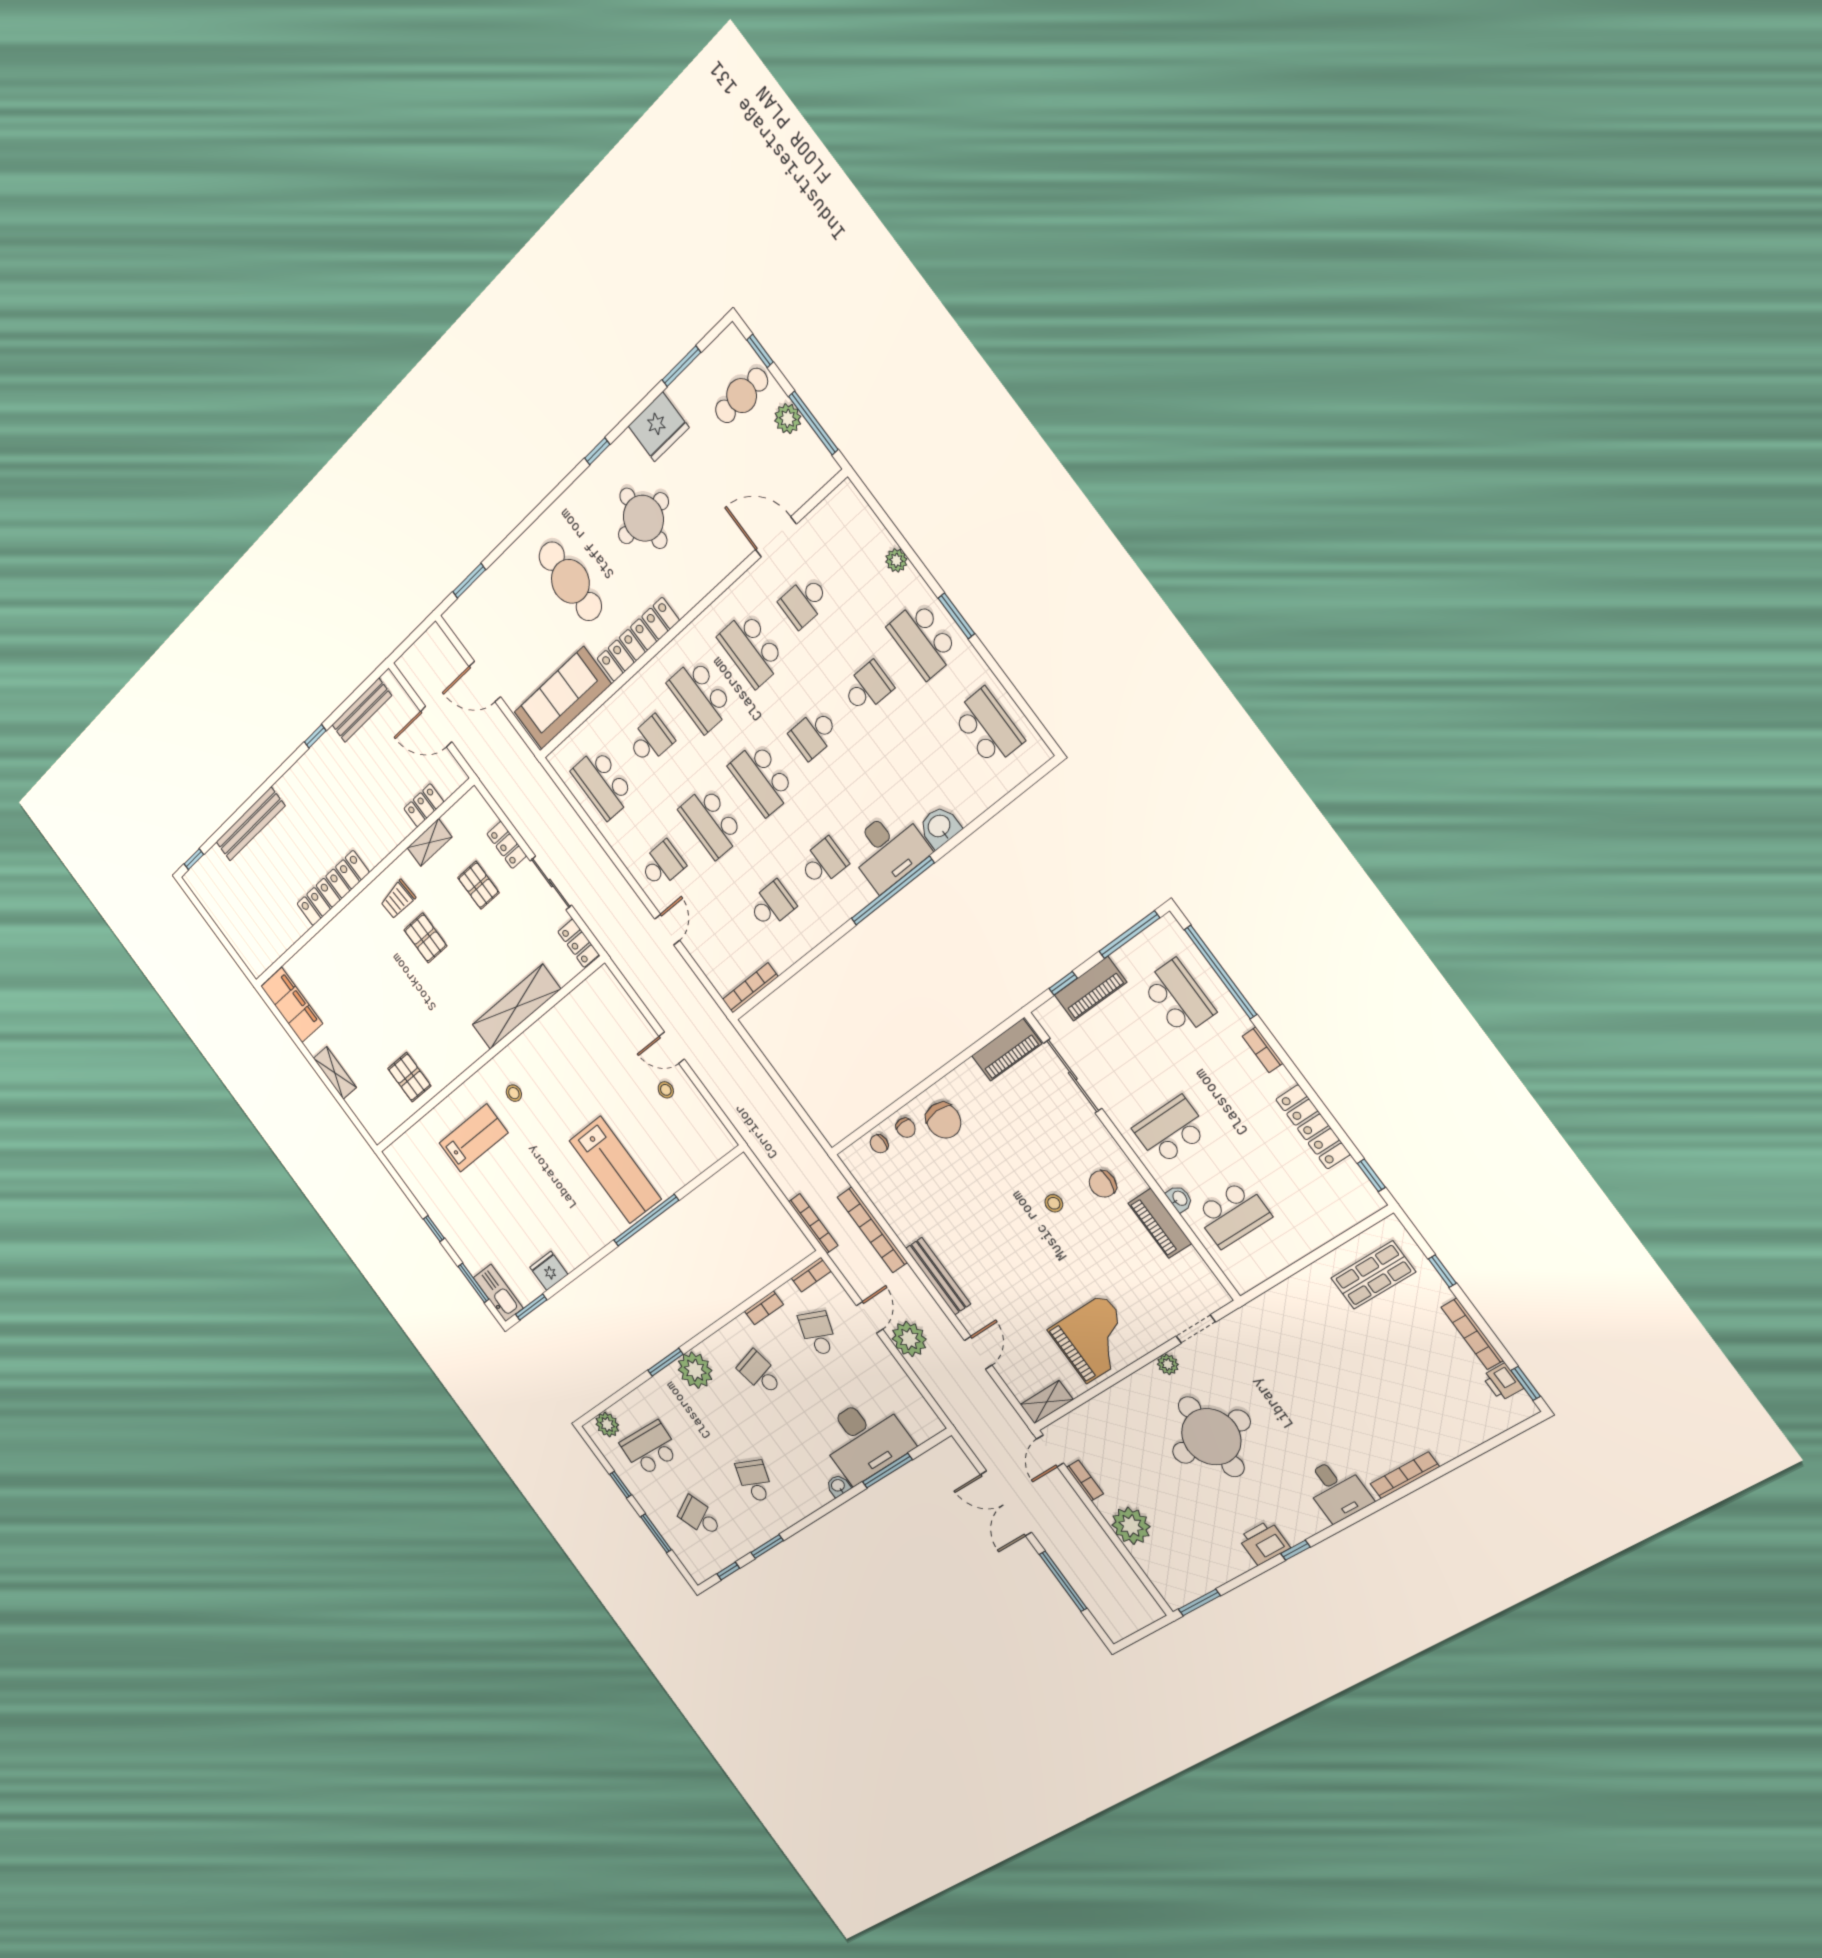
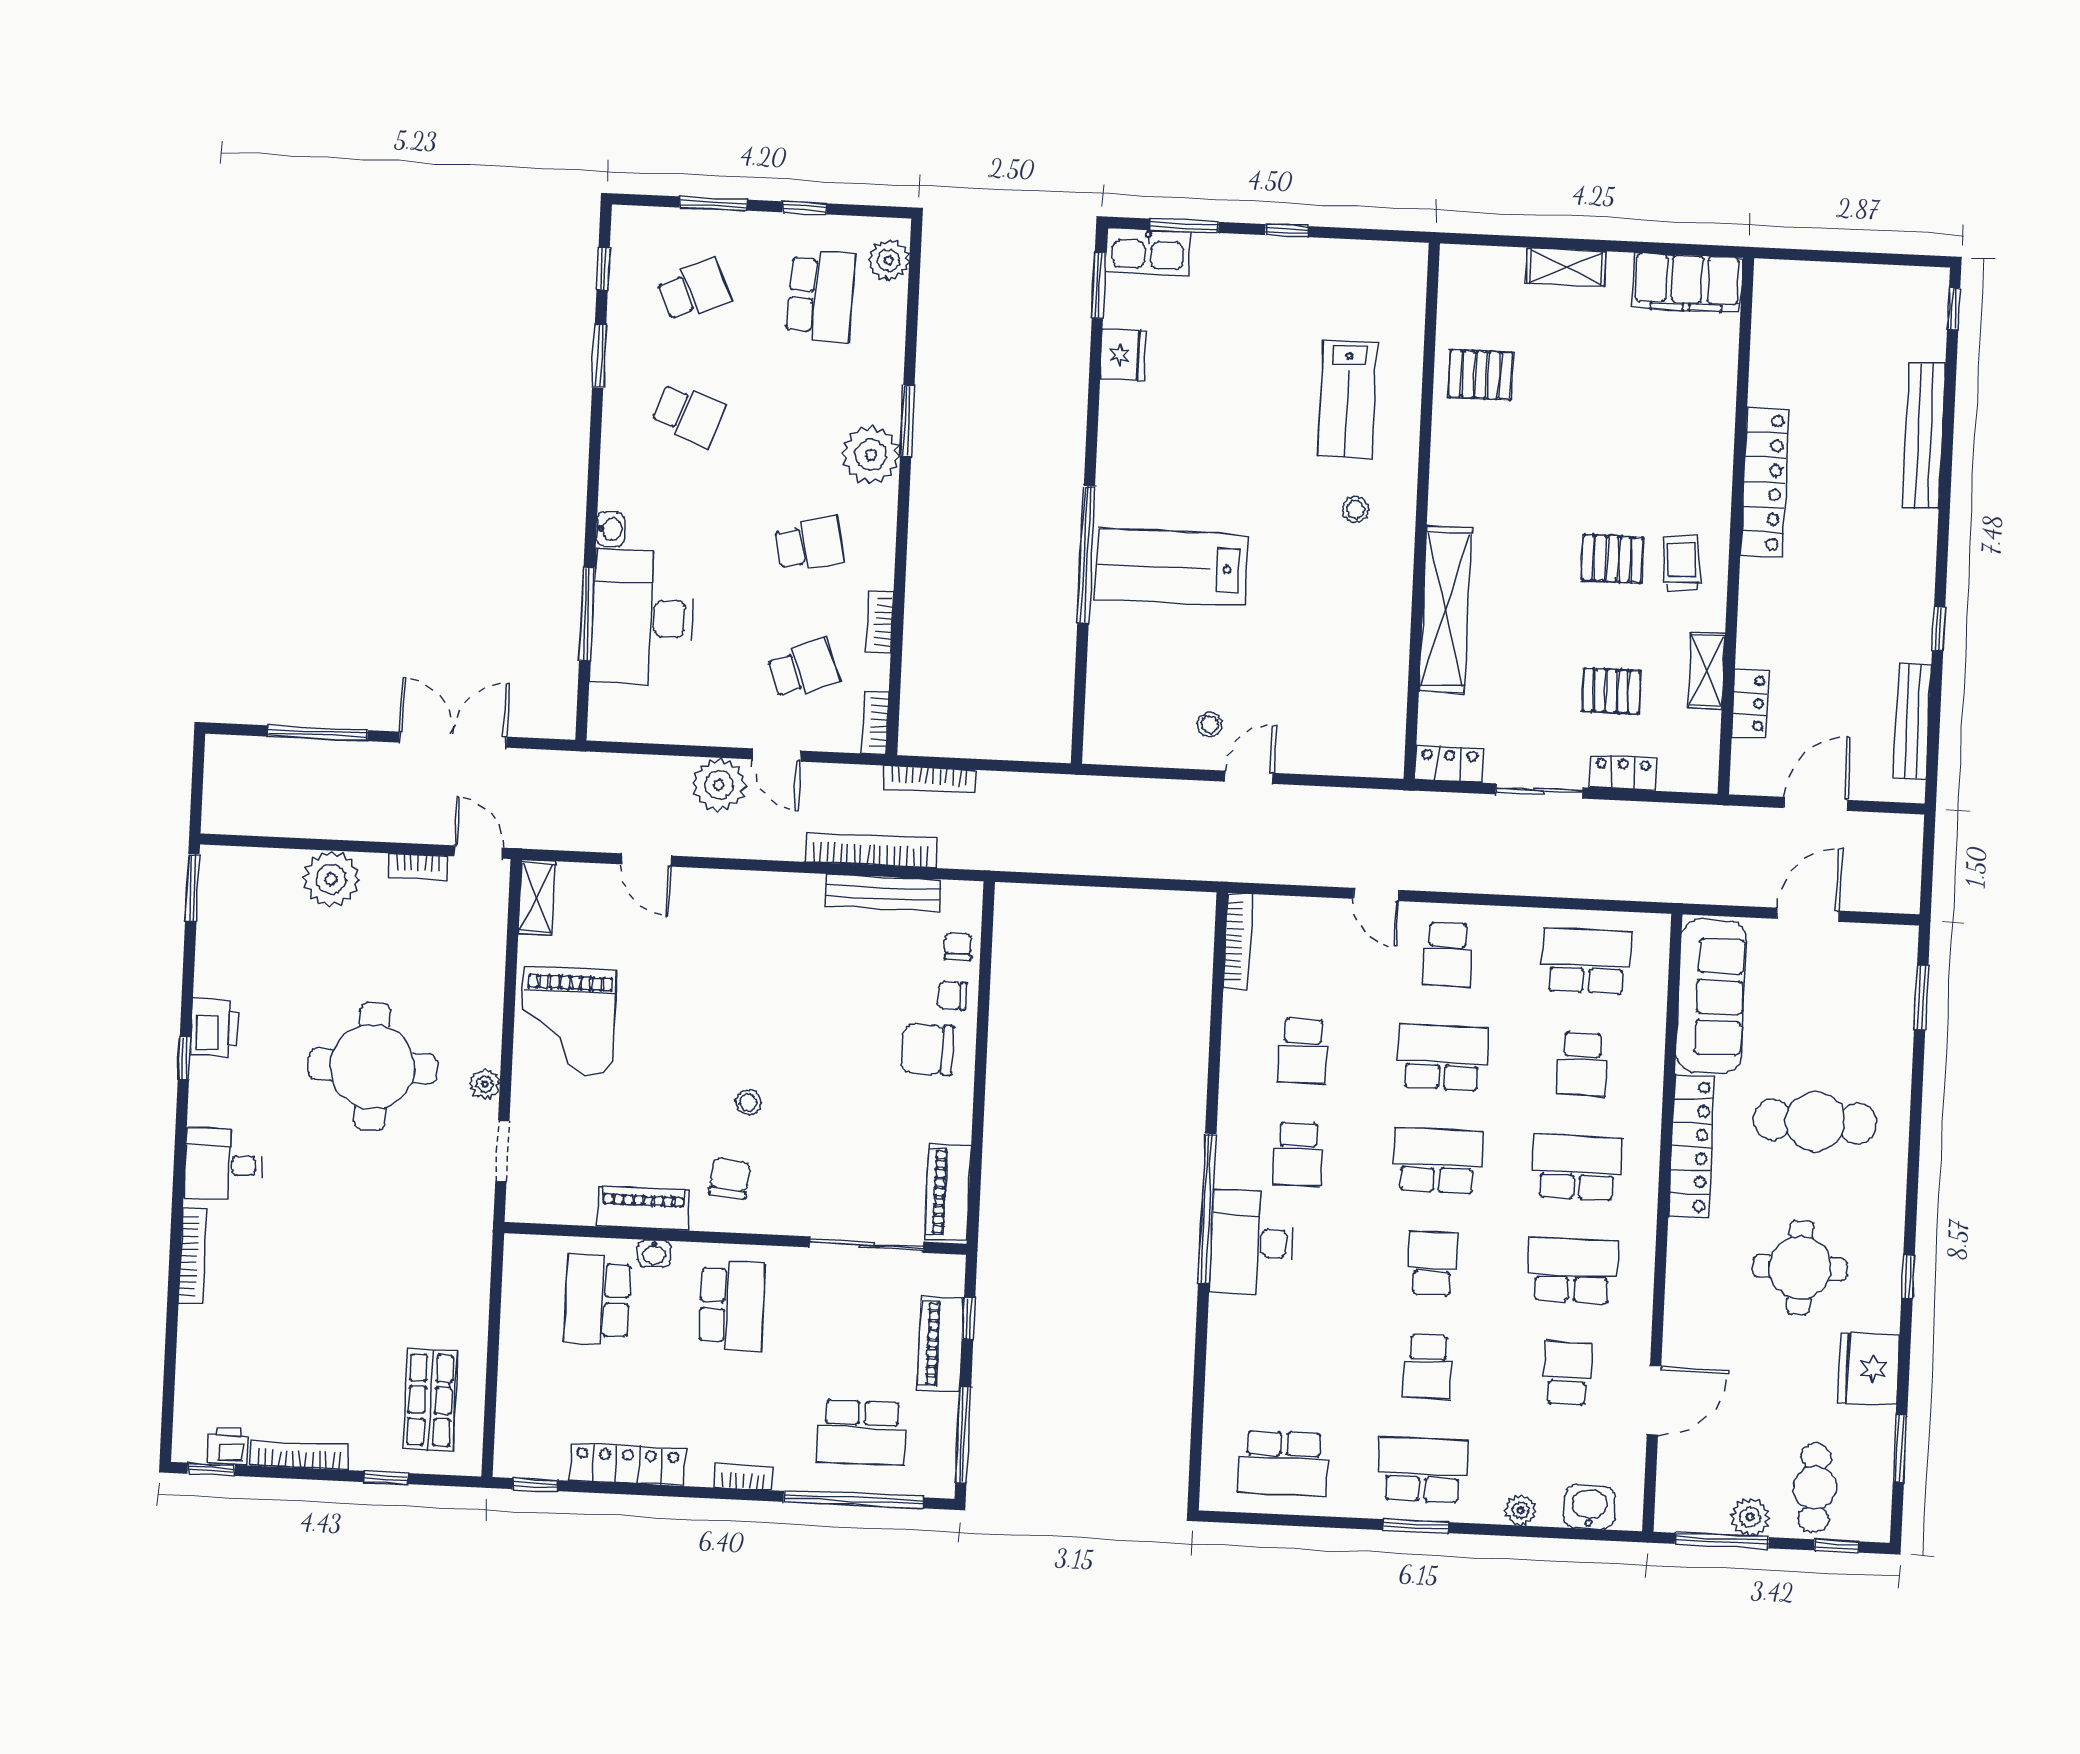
washbasin: (940, 827) -> (1589, 1507), moved, turned -90
bench: (938, 1276) -> (883, 893), moved
school desk: (818, 1333) -> (804, 669), turned -42

